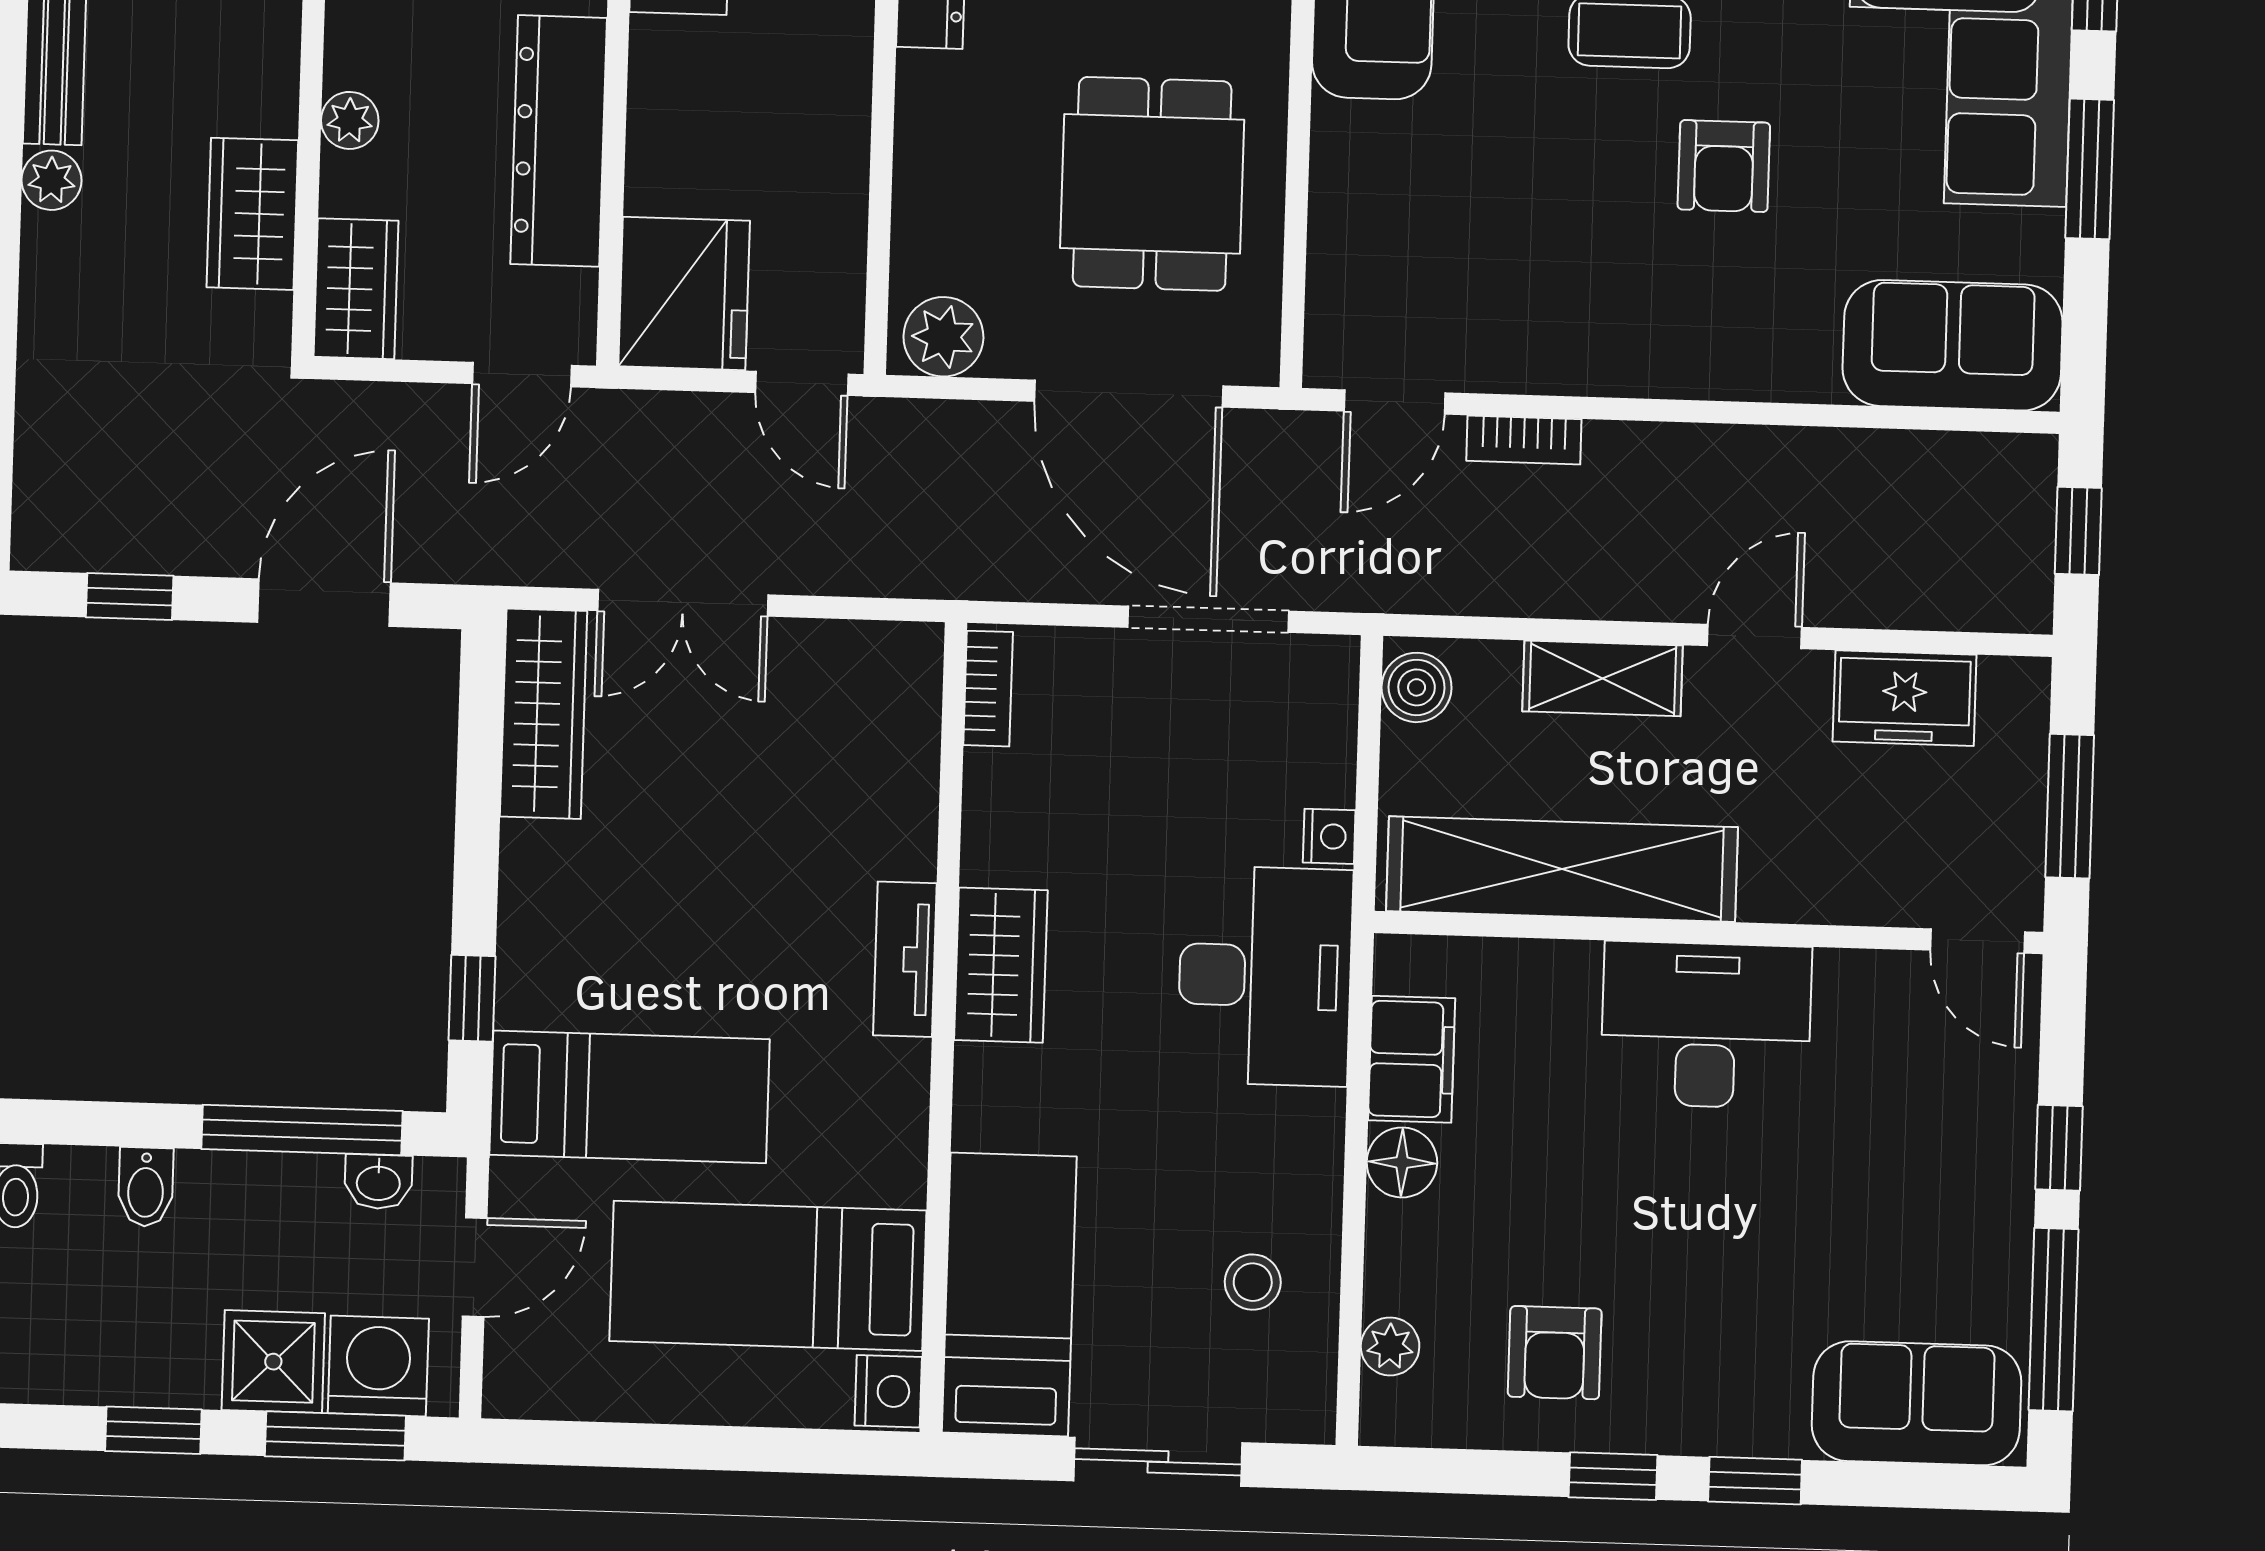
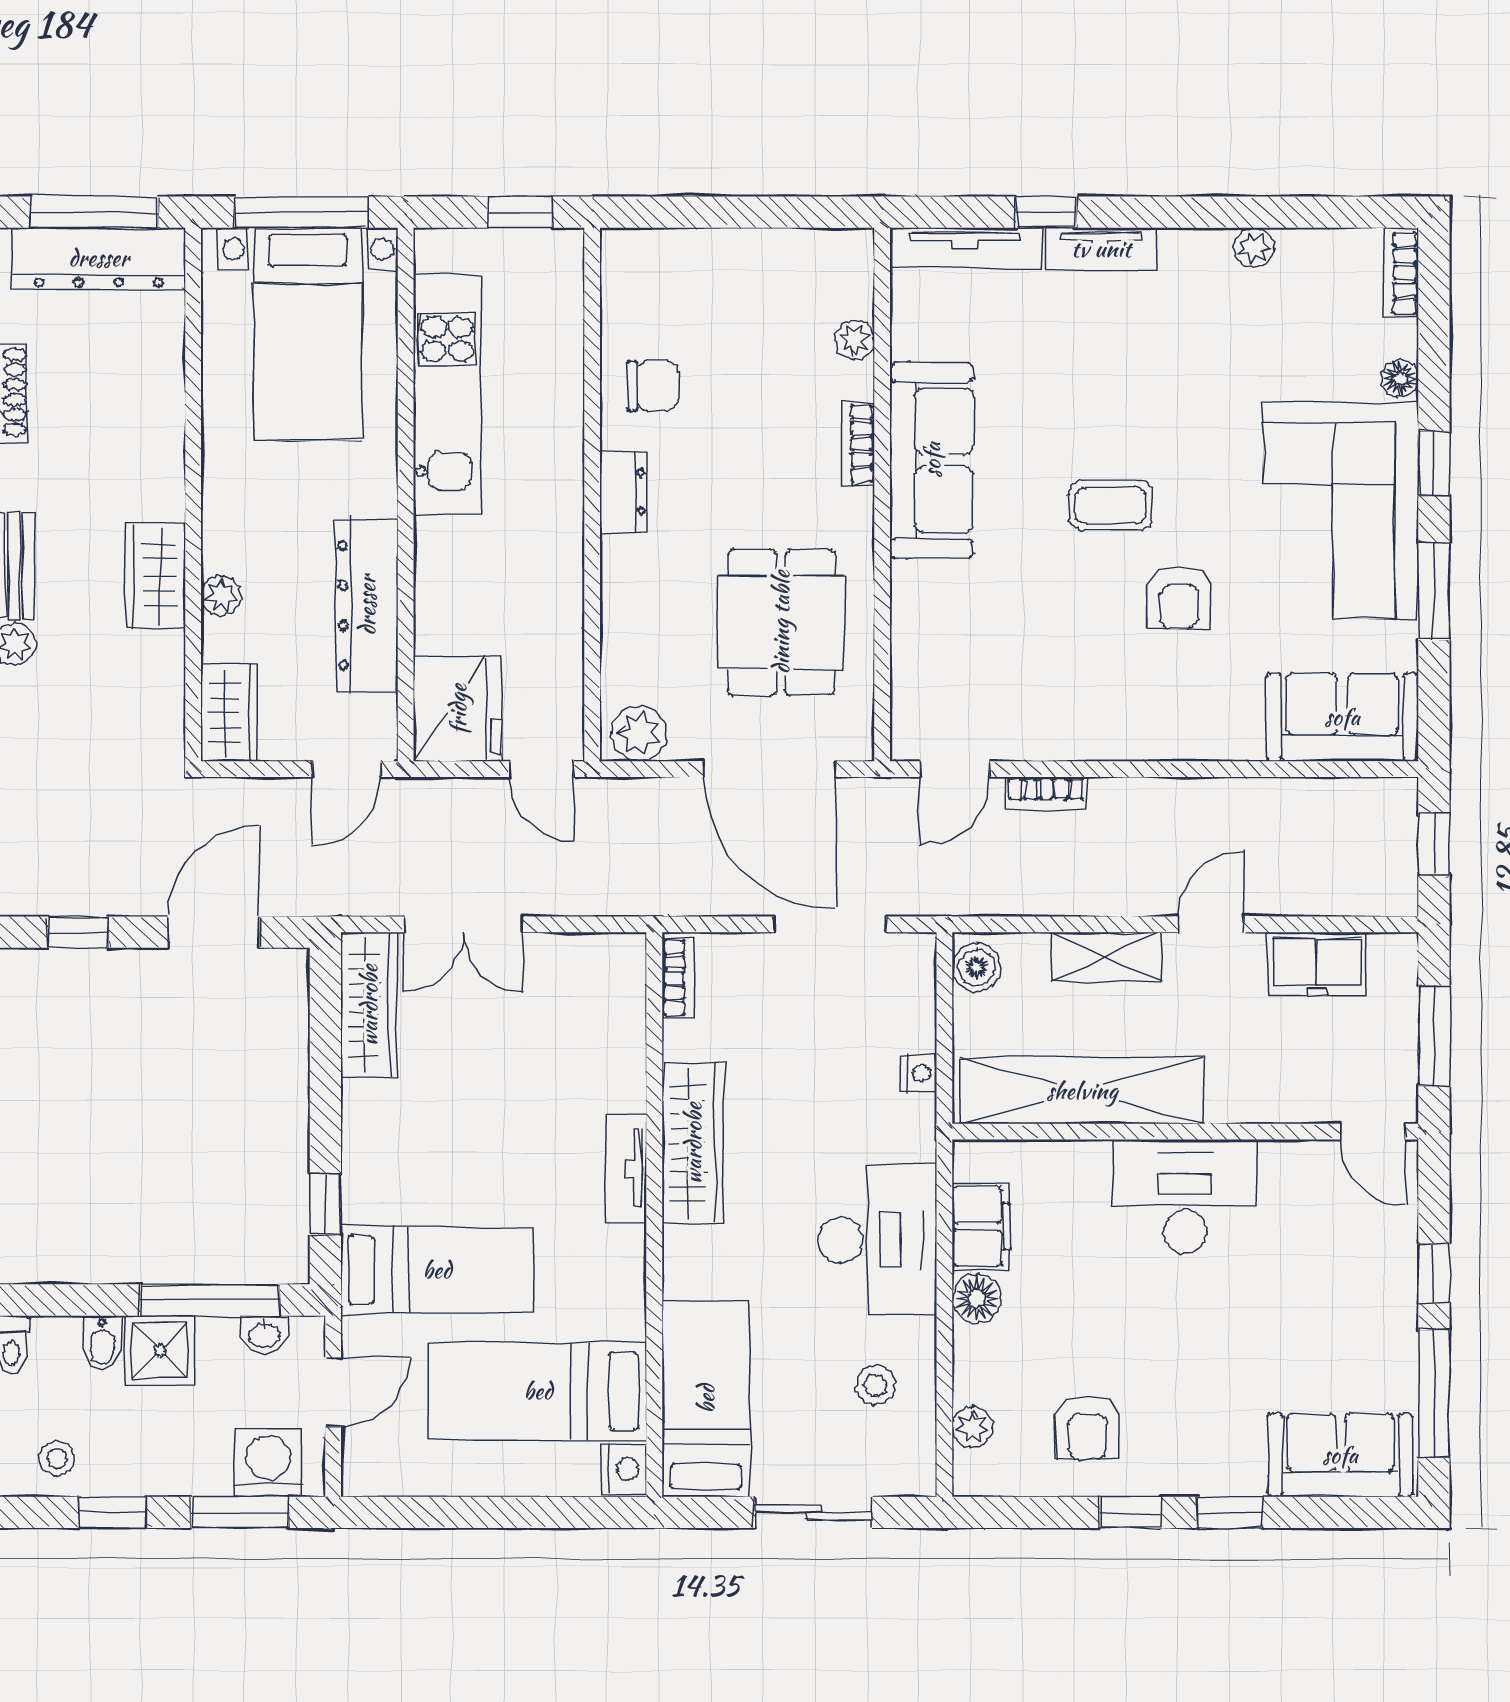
wardrobe: (252, 214) -> (155, 576), moved
wardrobe: (1001, 965) -> (693, 1143), width x1.50
desk: (1265, 976) -> (877, 1240), moved
stool: (76, 1350) -> (57, 1458), added
shower: (273, 1362) -> (160, 1350), moved

